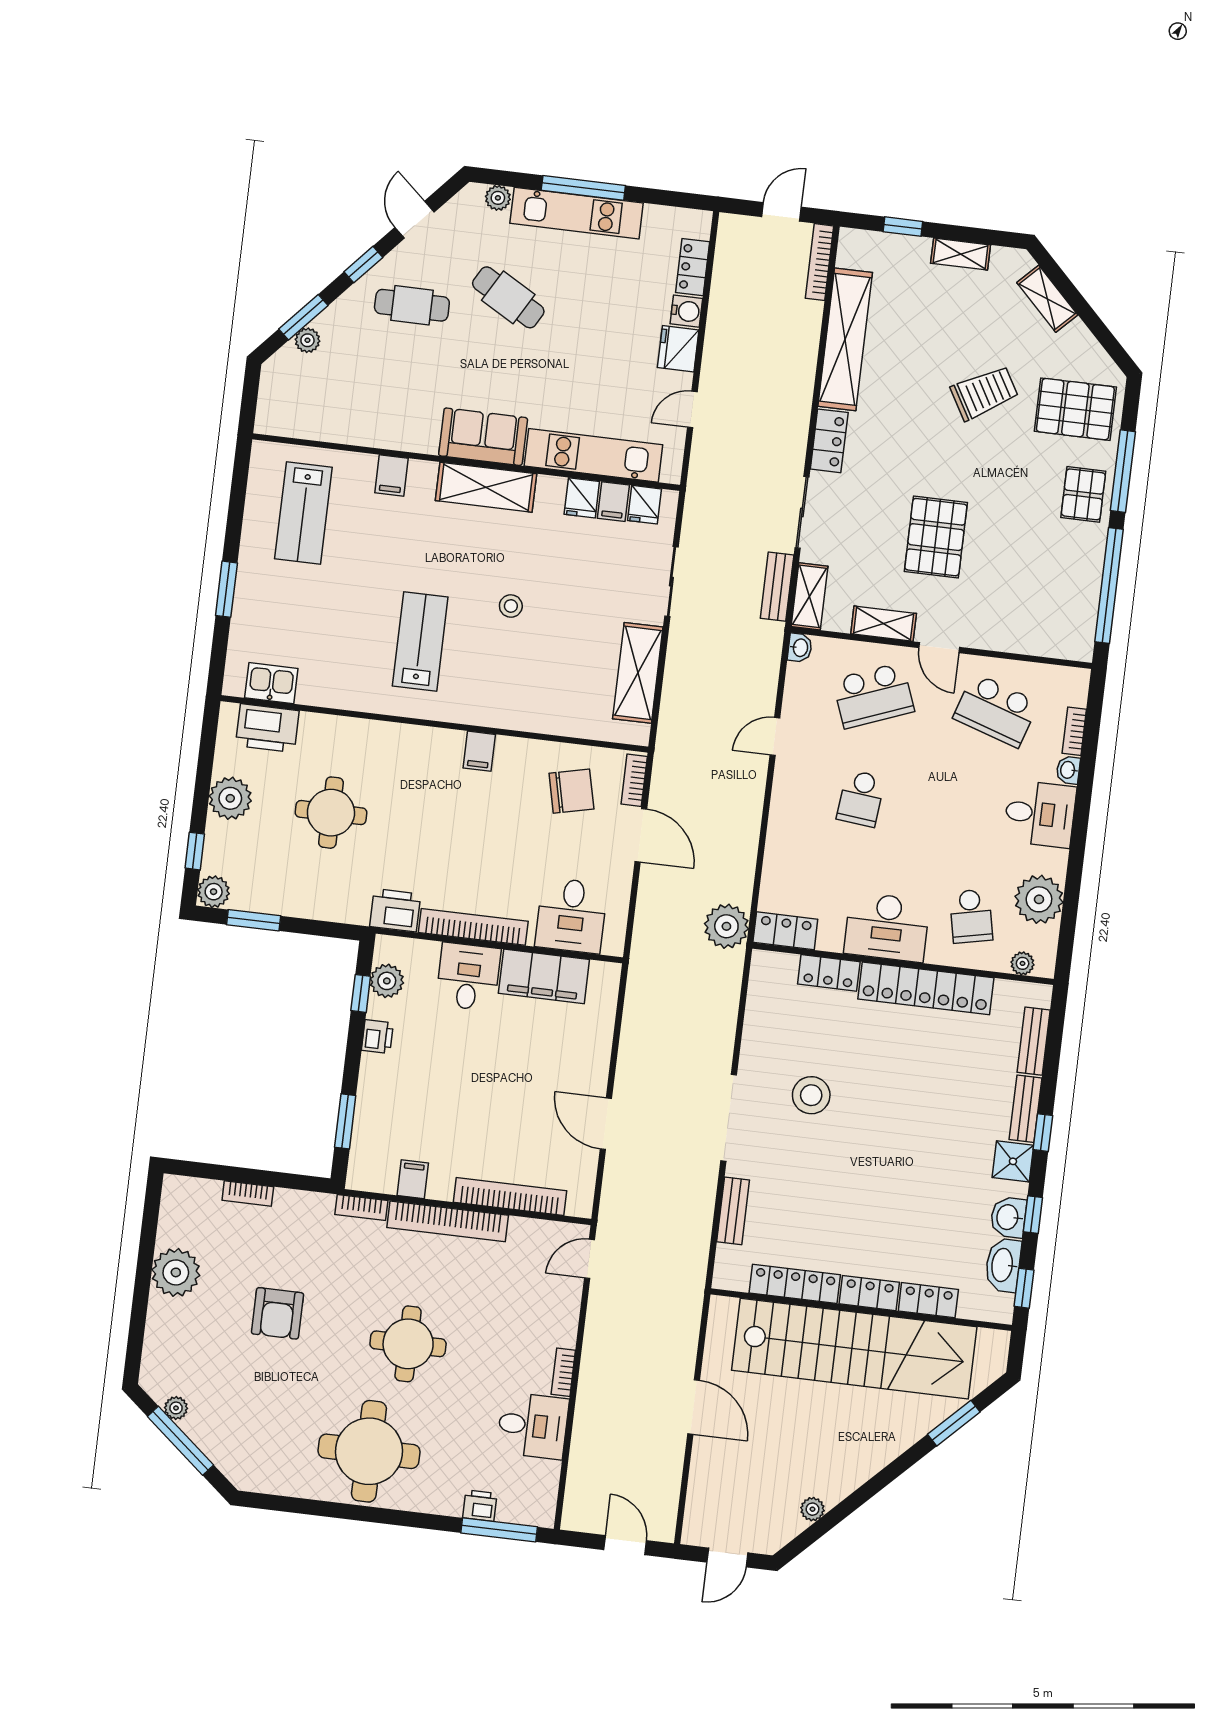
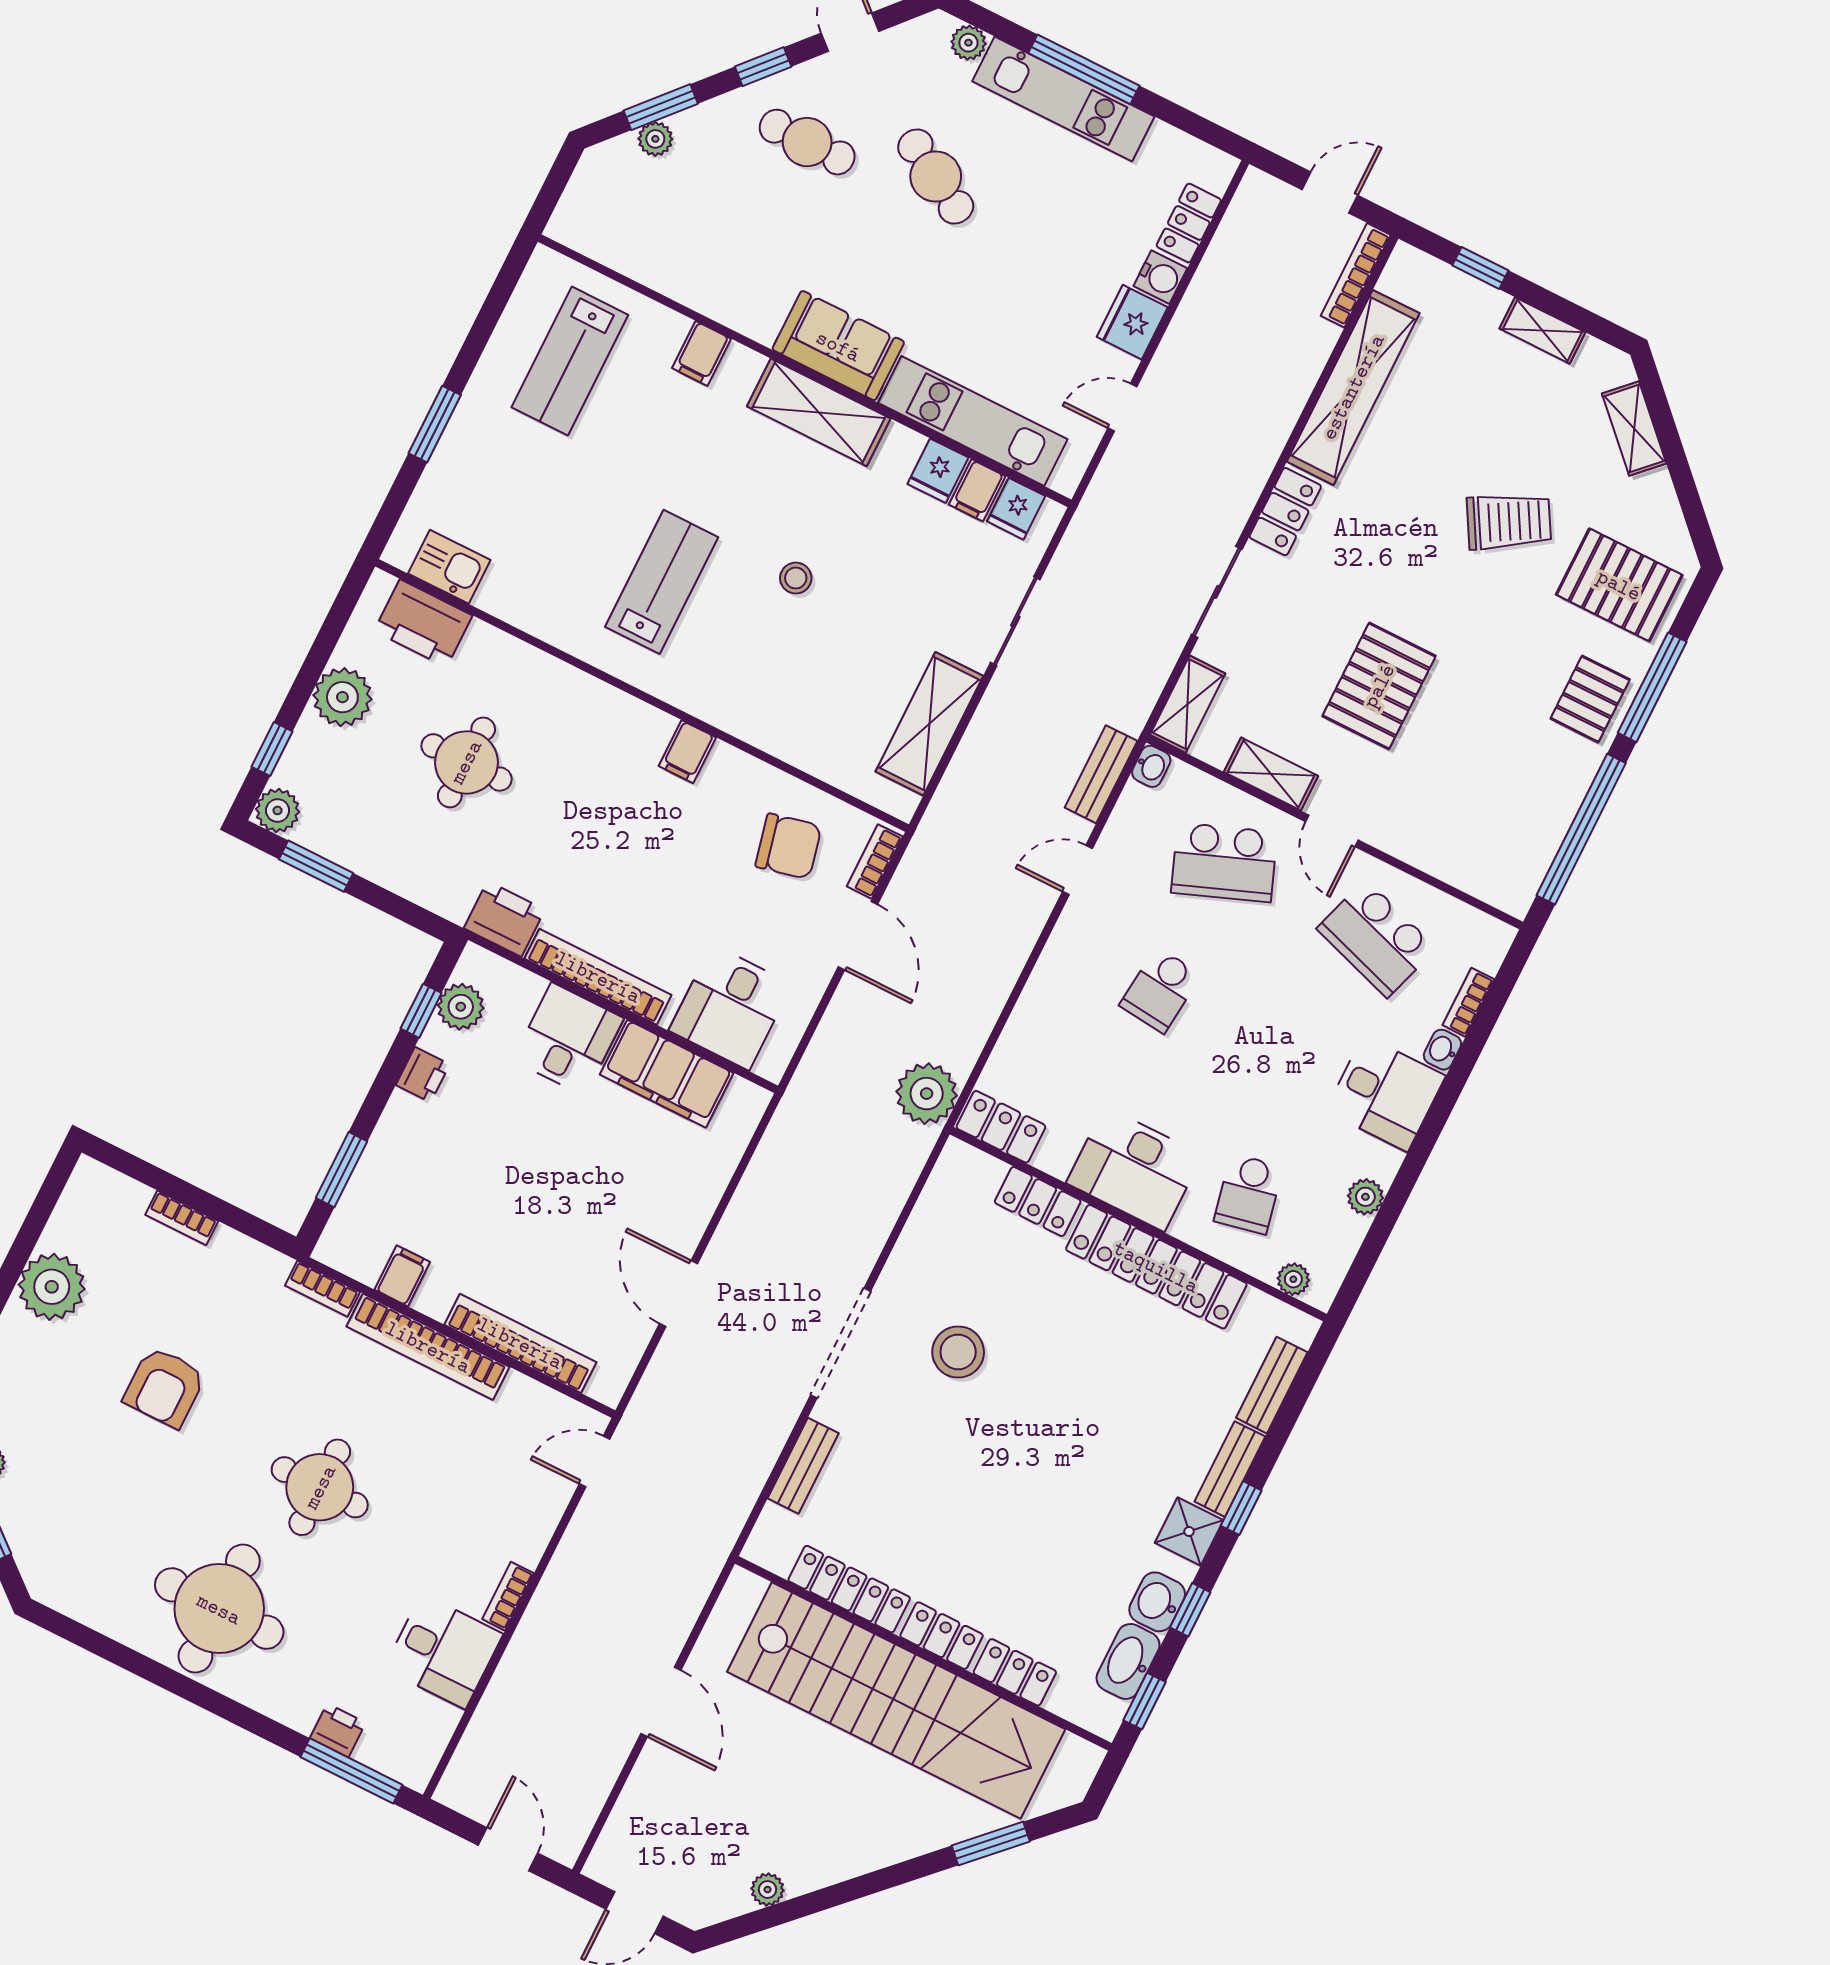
bench: (777, 587) -> (1101, 774), moved
plant: (1039, 899) -> (1365, 1197), width x0.53, depth x0.53

